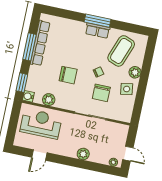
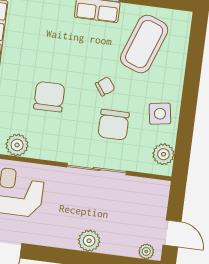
plant: (135, 72) -> (163, 154), moved
chair: (68, 75) -> (49, 97), turned -90

